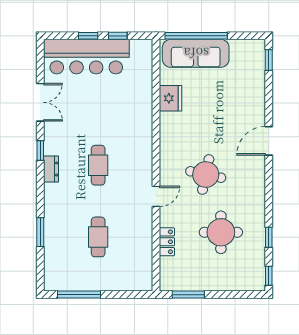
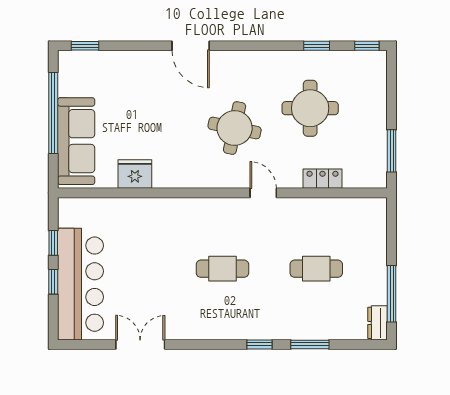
window: (196, 36) -> (53, 113), moved
window: (40, 151) -> (260, 344), moved
dresser: (51, 169) -> (378, 323), moved, turned -90

